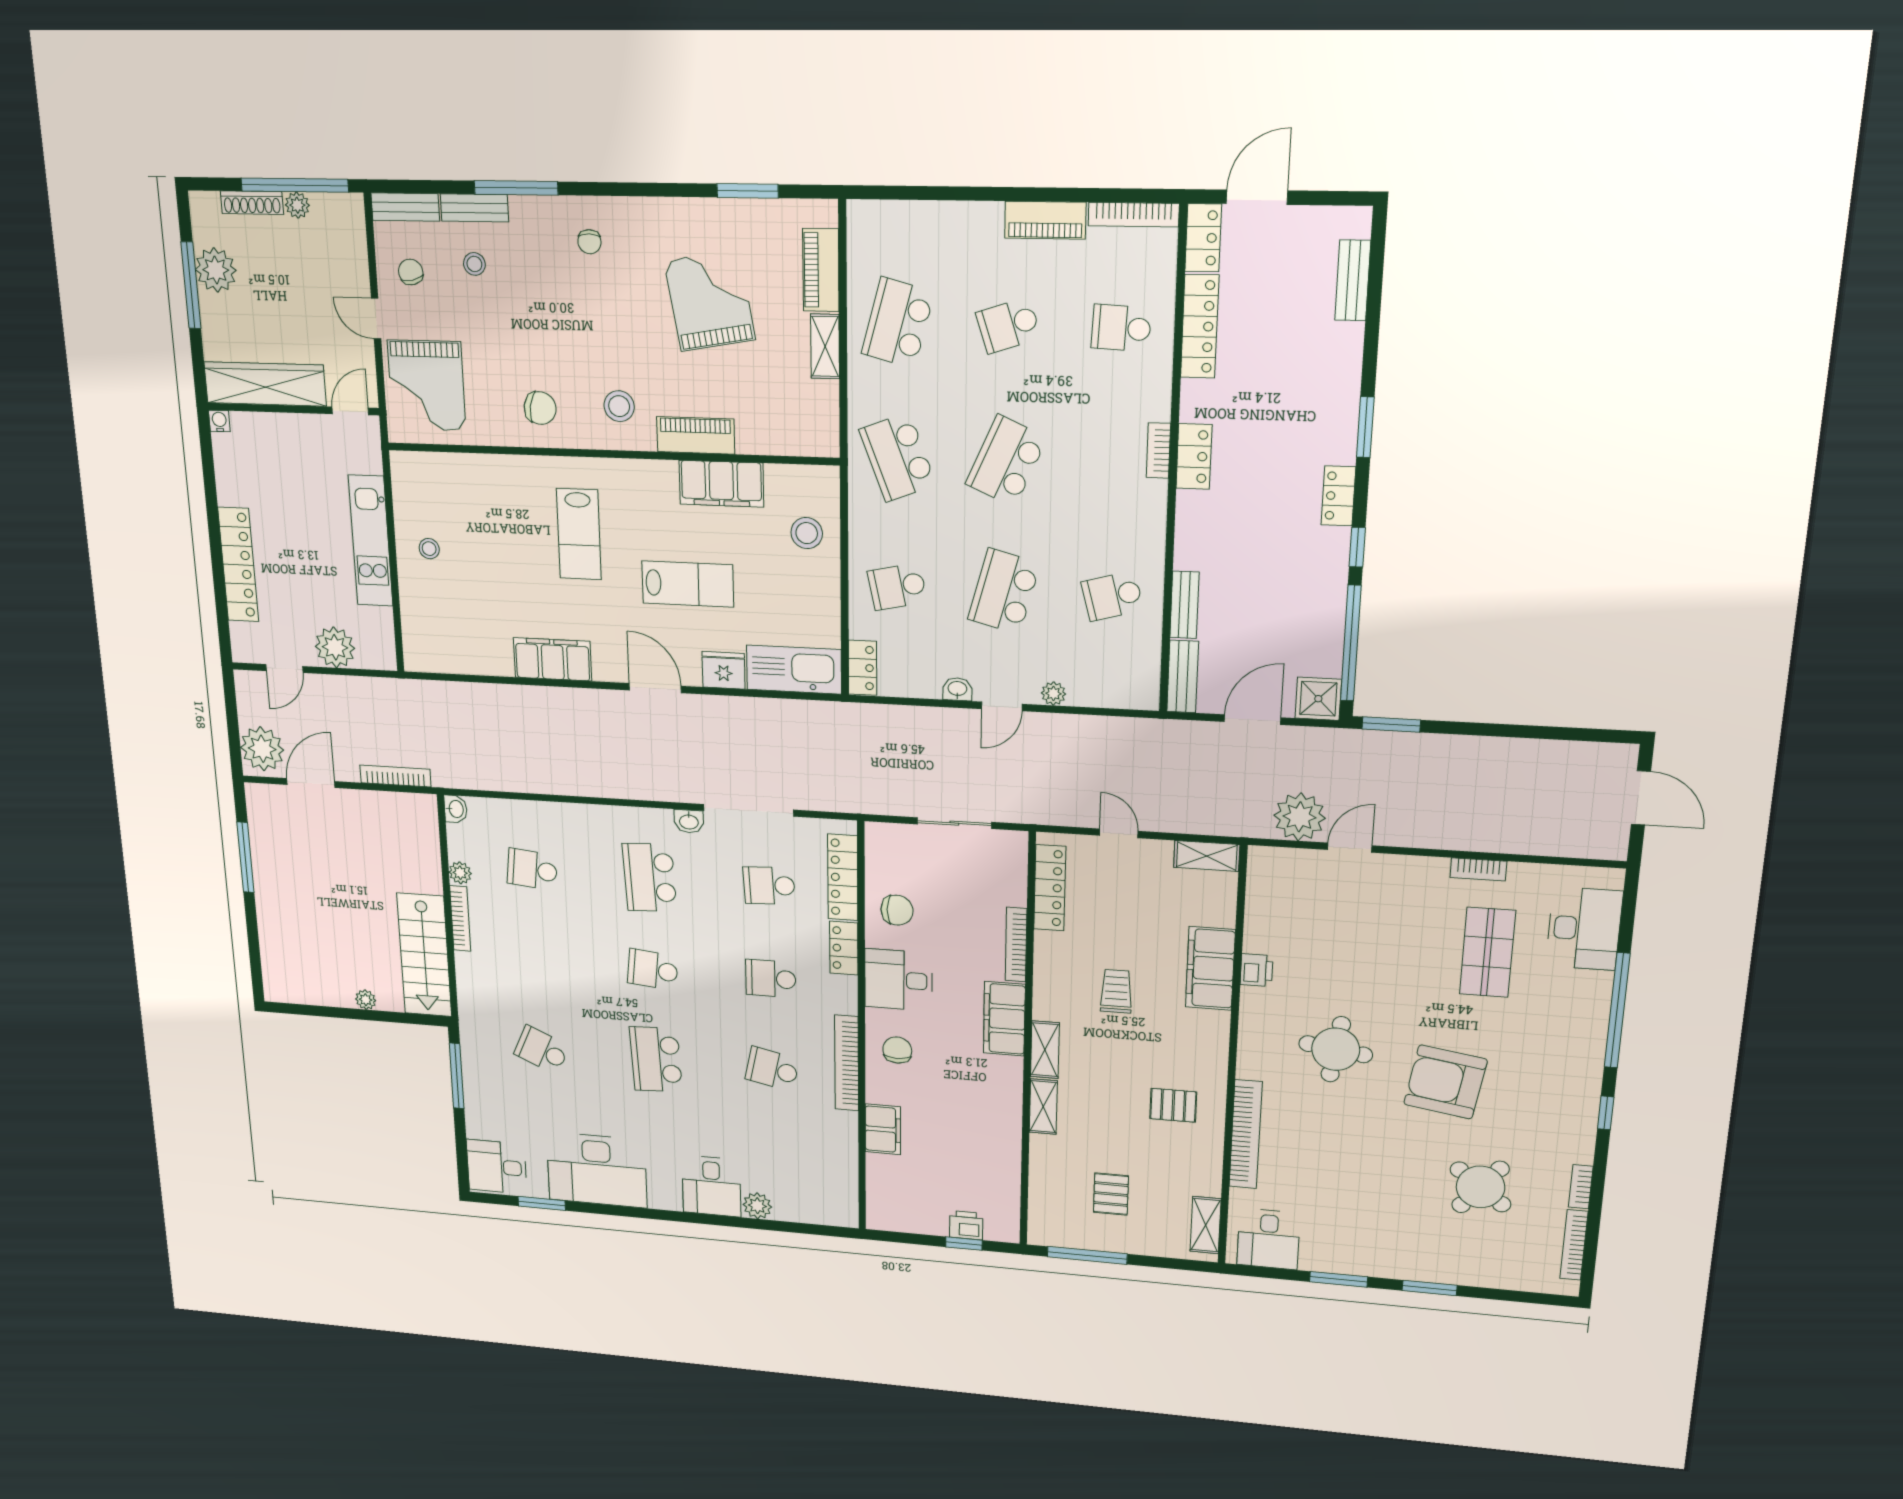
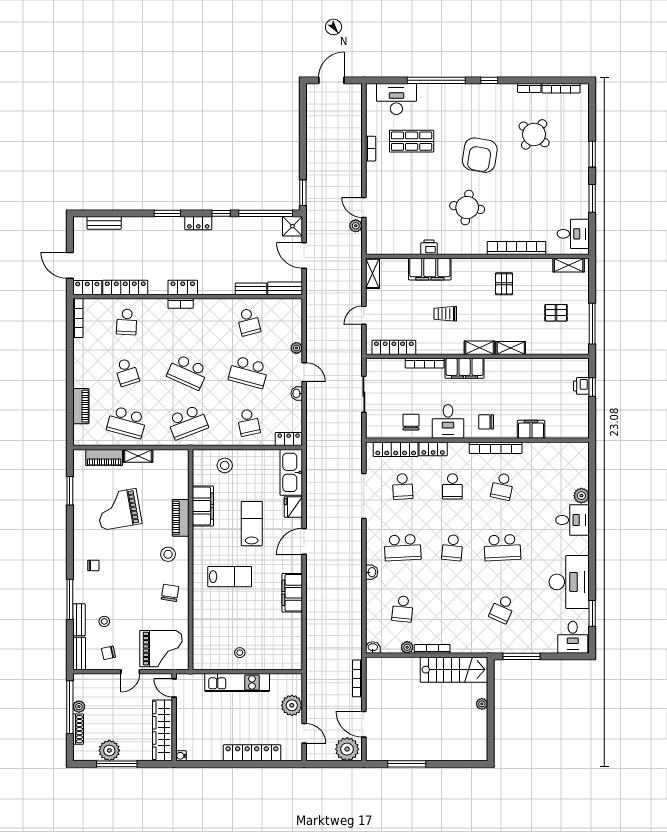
piano: (1045, 220) -> (81, 406), moved
plant: (1300, 817) -> (356, 226), width x0.53, depth x0.53
washbasin: (689, 821) -> (372, 572), moved

